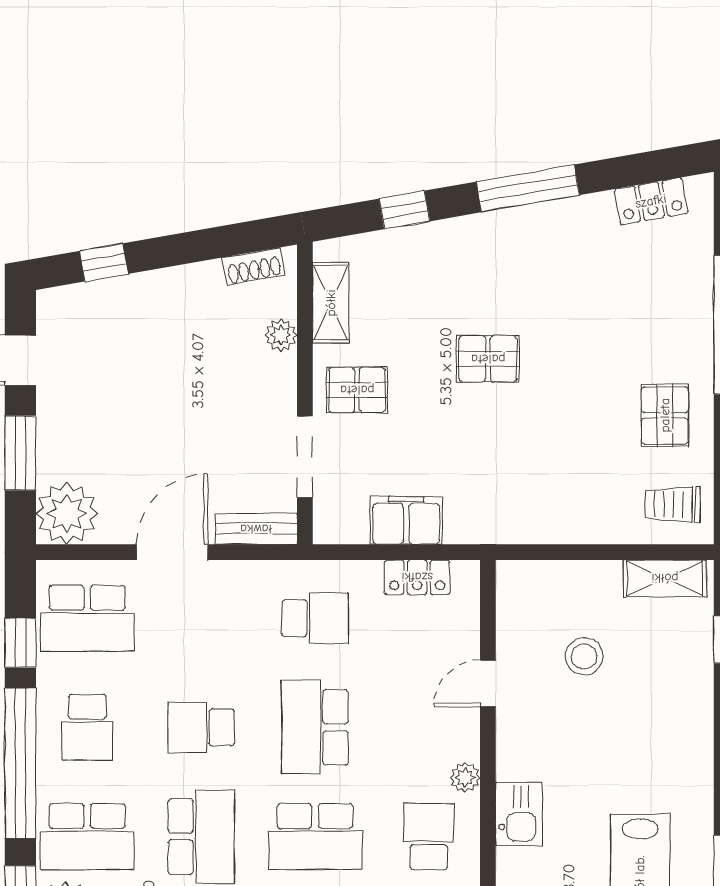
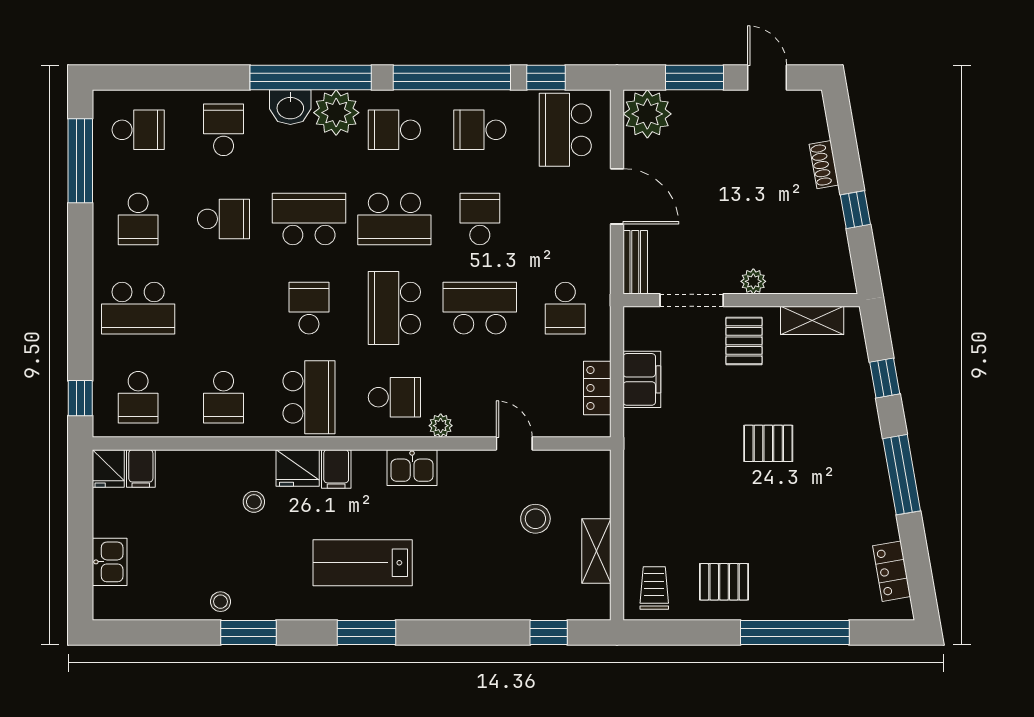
window: (104, 262) -> (855, 210), moved
shoe rack: (254, 266) -> (824, 165), moved
plant: (281, 335) -> (753, 281), moved
pallet: (488, 359) -> (768, 443), turned 90
shelving: (665, 578) -> (596, 551), moved
school desk: (87, 836) -> (394, 130), width x0.54

